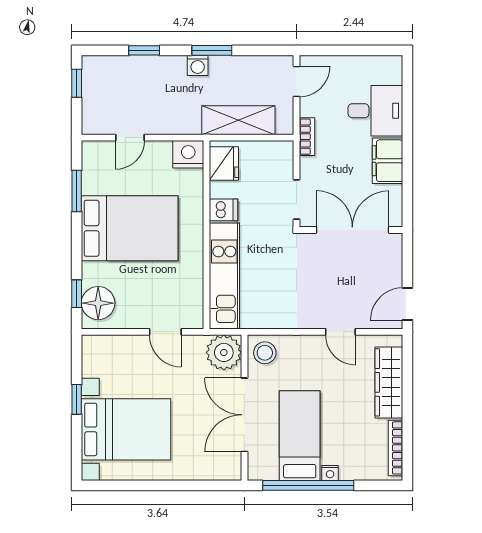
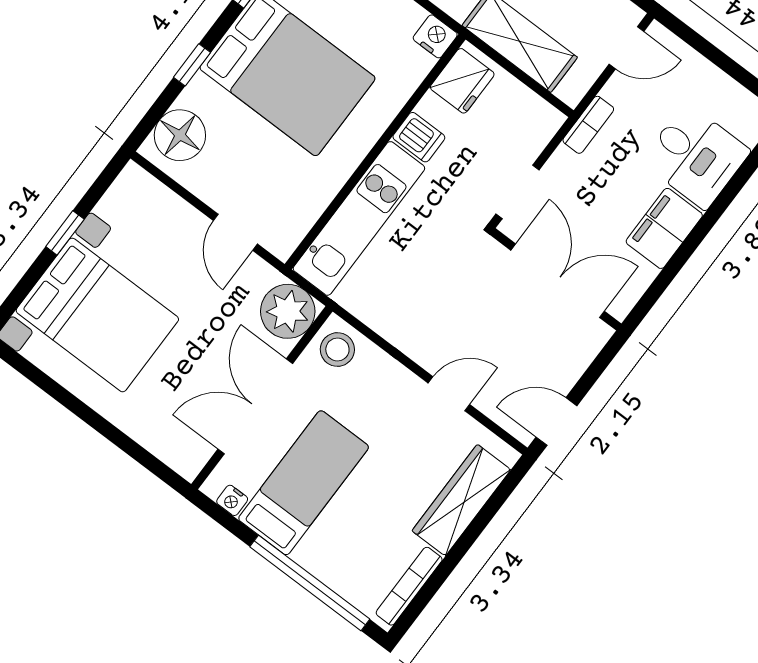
nightstand: (188, 154) -> (435, 36), width x0.74, depth x0.75
window: (77, 294) -> (192, 65), moved
door: (340, 332) -> (449, 394), swing flipped
nightstand: (330, 473) -> (232, 500), moved
window: (308, 485) -> (310, 583), moved

